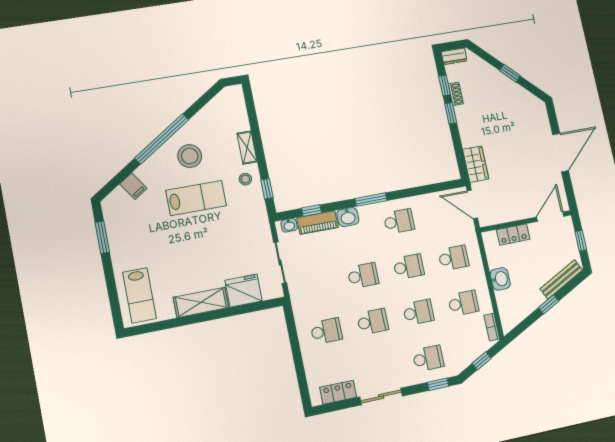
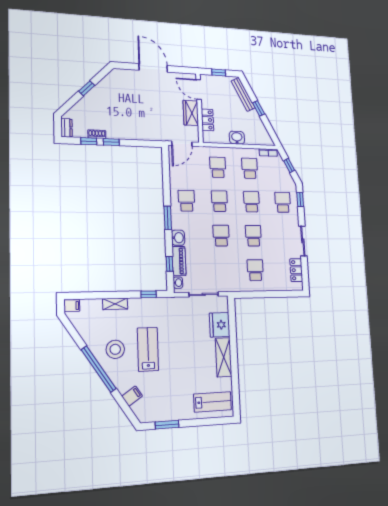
filing cabinet: (235, 95) -> (72, 306), added
wardrobe: (476, 164) -> (191, 113), moved, turned -90
stool: (245, 179) -> (139, 309), removed

